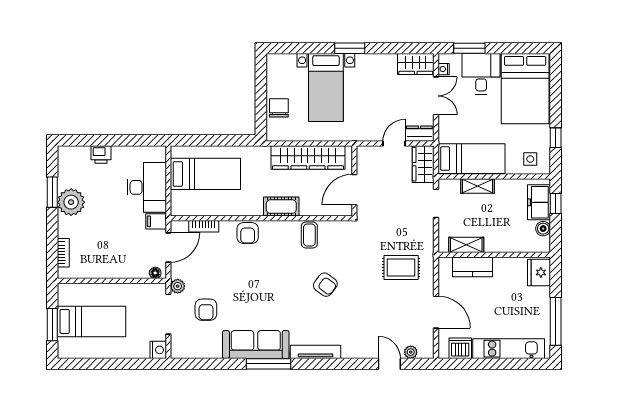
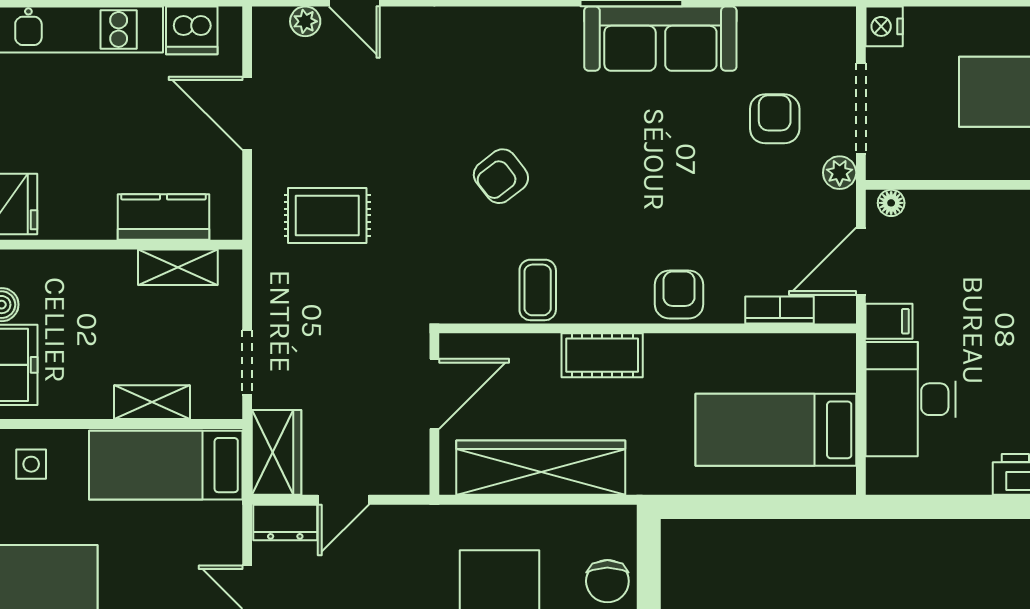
armchair: (325, 285) -> (501, 176), turned -75
tv unit: (315, 352) -> (524, 22), removed

